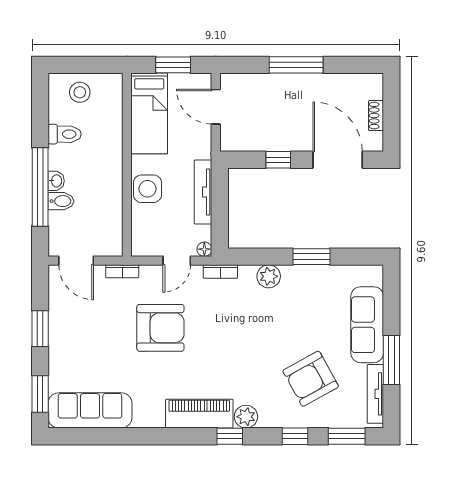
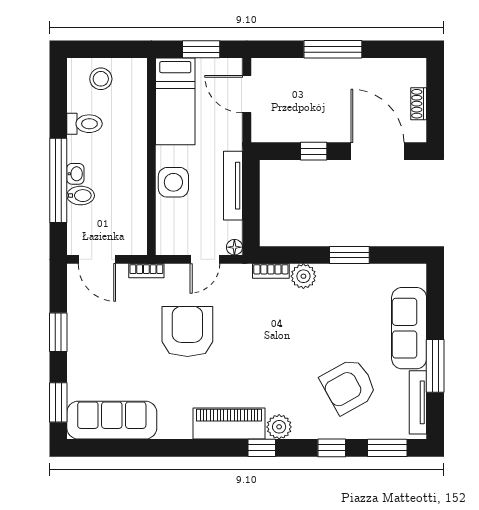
bookcase: (220, 272) -> (271, 271), moved
armchair: (160, 328) -> (187, 331), turned -90

